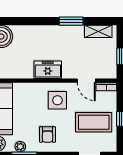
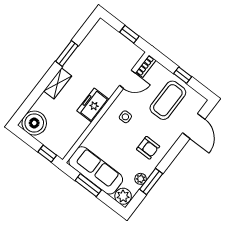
shelving: (98, 31) -> (58, 83), moved
side table: (57, 100) -> (125, 117), width x0.54, depth x0.54

